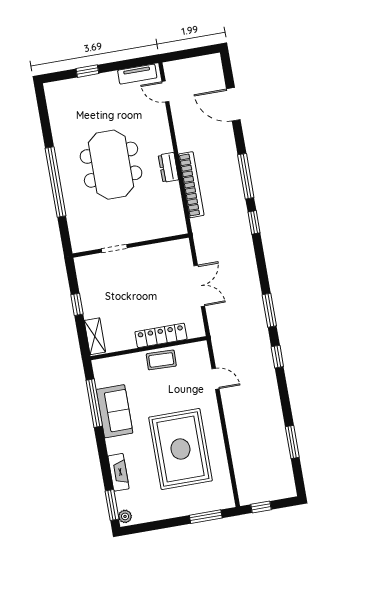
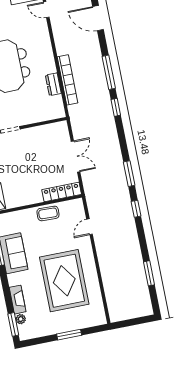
dresser: (168, 167) -> (53, 84), moved
locker: (161, 335) -> (62, 192), moved
door: (216, 379) -> (90, 227), swing flipped
window: (261, 507) -> (126, 323), removed
plant: (125, 516) -> (21, 319), moved
window: (206, 517) -> (69, 335), moved

